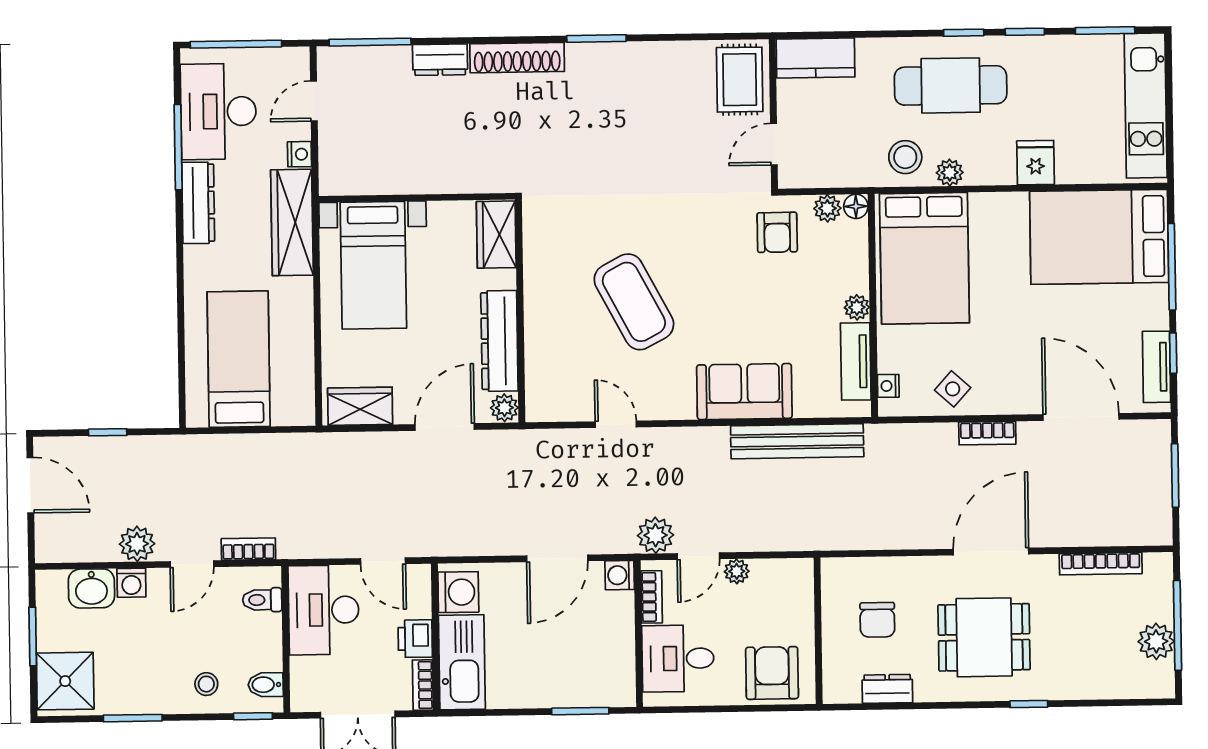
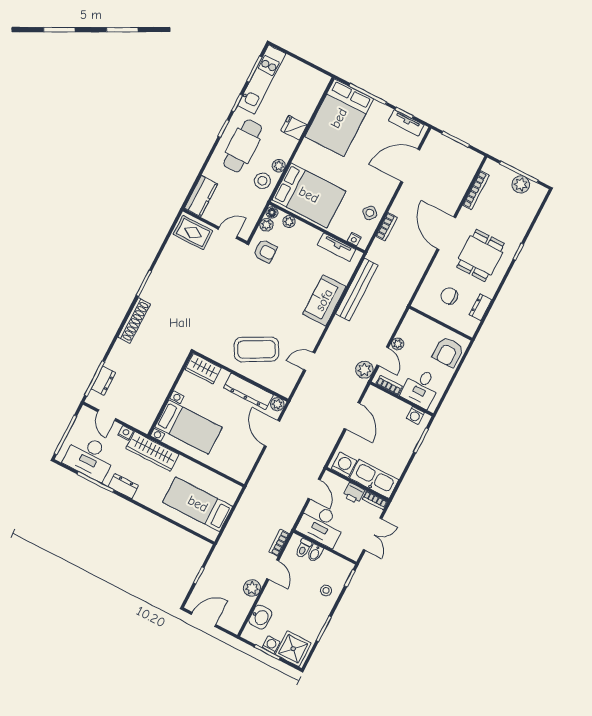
dresser: (440, 60) -> (103, 381), moved
kitchen unit: (1146, 105) -> (262, 79), moved, turned -90
door: (774, 144) -> (228, 233), swing flipped
dresser: (198, 203) -> (123, 486), width x0.70
coffee table: (634, 302) -> (256, 349), moved
plant: (857, 307) -> (289, 222), moved
wardrobe: (360, 406) -> (244, 464), removed
bookcase: (987, 433) -> (387, 227), moved
door: (383, 561) -> (314, 489), hinge flipped
washing machine: (620, 575) -> (415, 415), moved
washing machine: (131, 583) -> (271, 645), moved, turned -90
chair: (877, 620) -> (449, 296), turned 180
armchair: (772, 673) -> (448, 352), turned -90
bidet: (266, 685) -> (315, 553), moved

